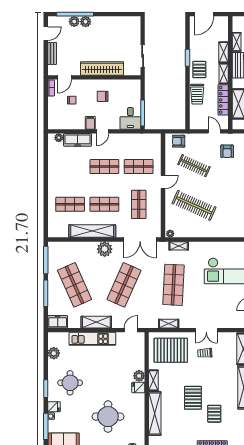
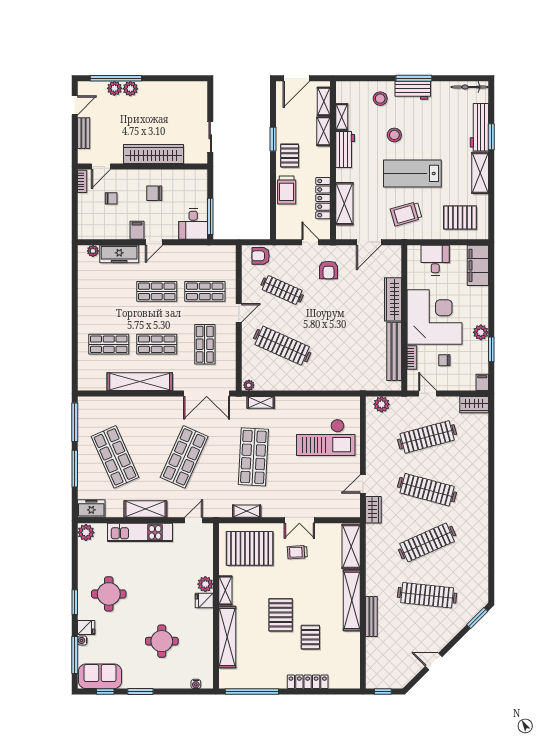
shelving: (224, 74) -> (324, 101), moved
plant: (105, 249) -> (157, 407), removed
plant: (54, 353) -> (86, 532), moved
round table: (108, 417) -> (162, 641), width x0.73, depth x0.73

